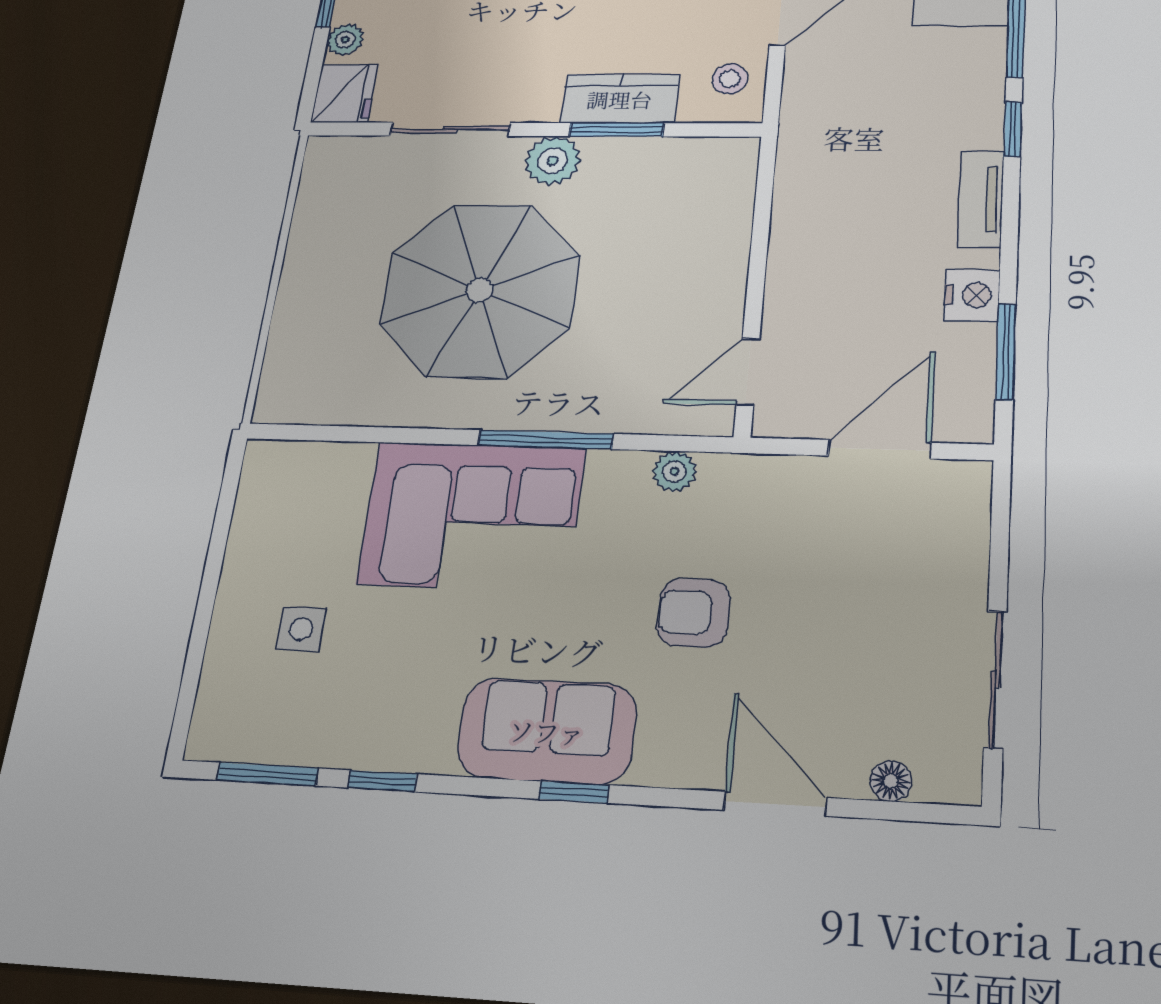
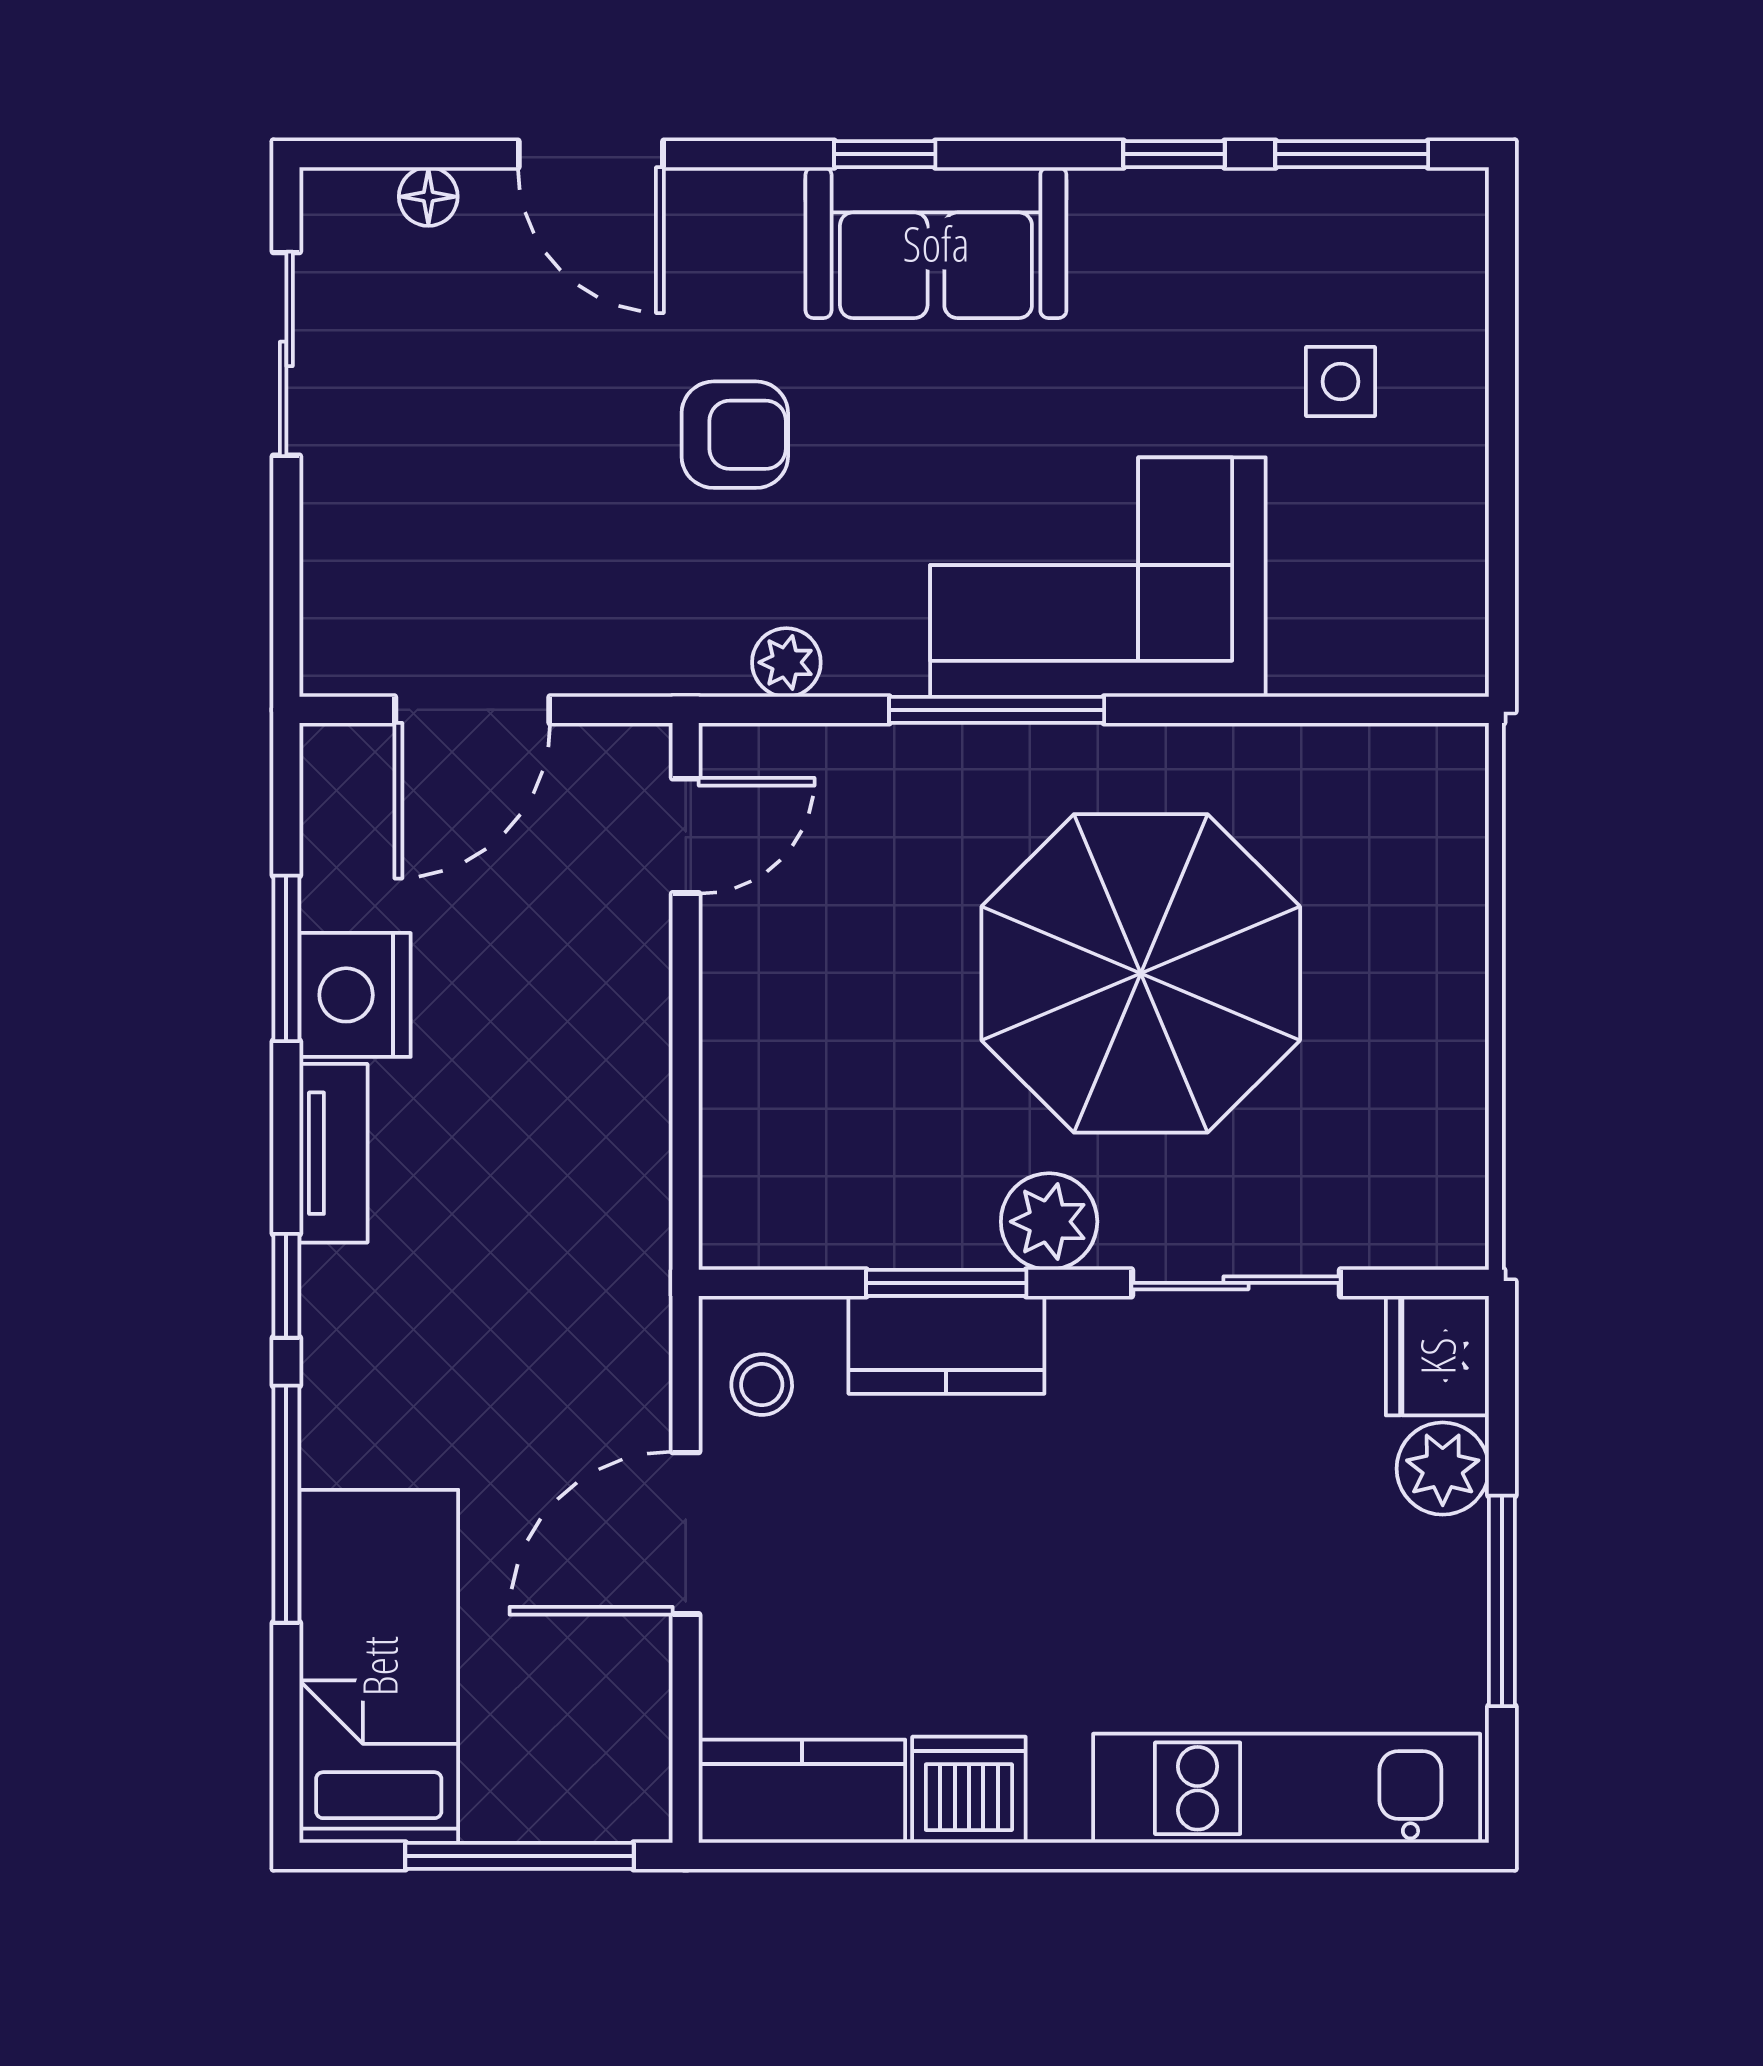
plant: (345, 40) -> (1443, 1469), width x1.38, depth x1.38
nightstand: (972, 295) -> (355, 995), width x1.36, depth x1.33
window: (1006, 352) -> (286, 958), moved

